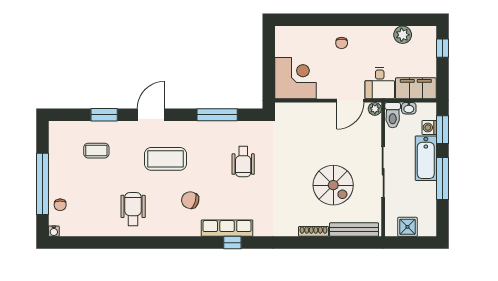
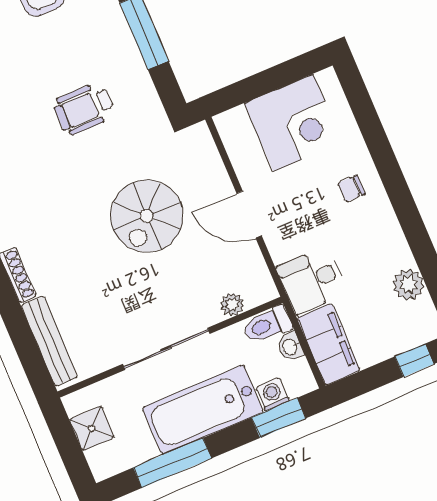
corner desk: (296, 78) -> (293, 123), moved
door: (350, 101) -> (249, 215), moved
plant: (375, 109) -> (232, 304), moved
bathtub: (426, 158) -> (203, 410), width x1.36, depth x1.36
window: (442, 179) -> (172, 463), moved
spiral stairs: (333, 185) -> (147, 216), moved

